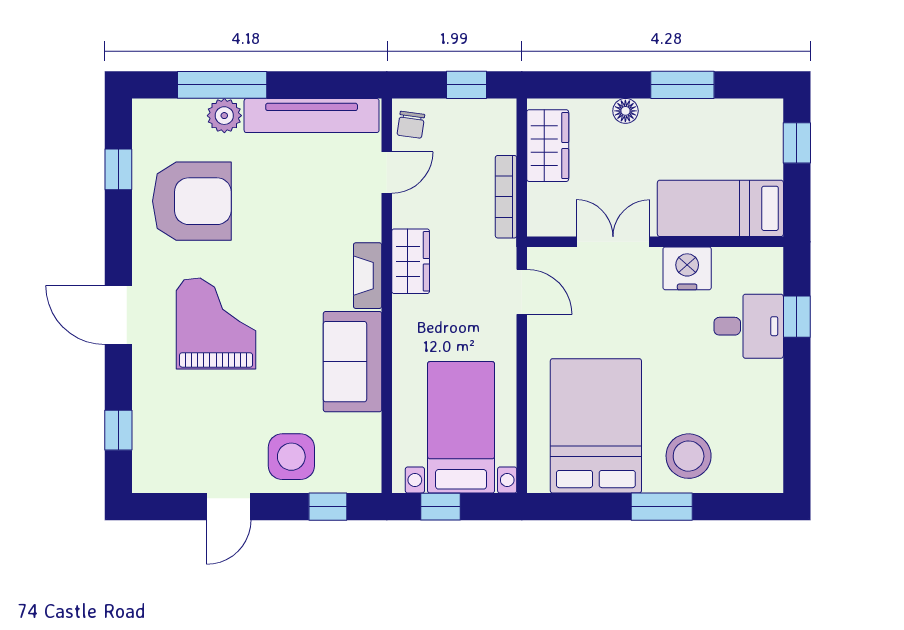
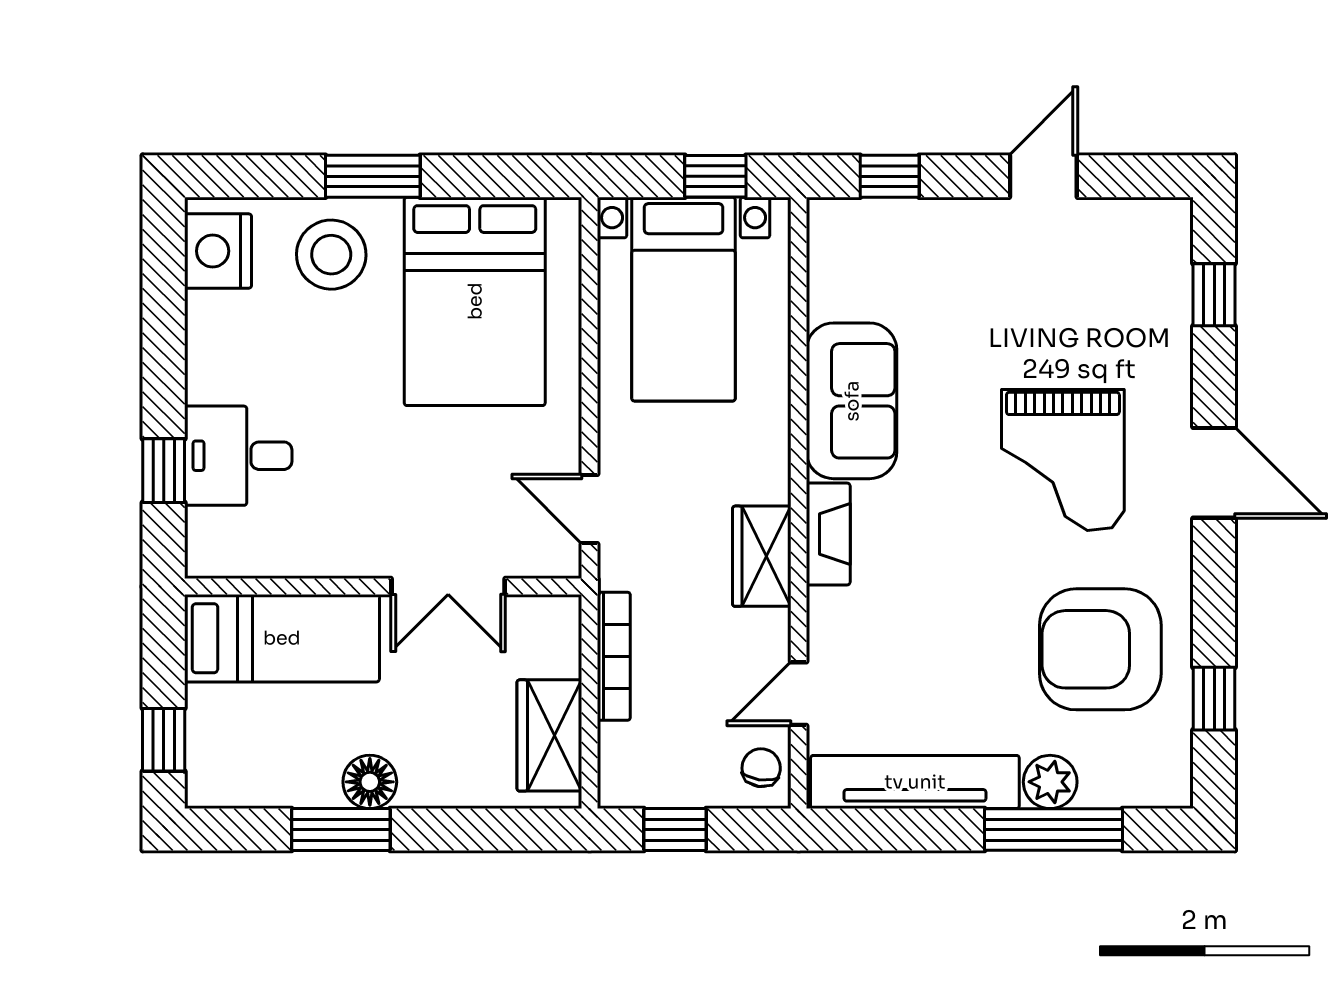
floor lamp: (625, 111) -> (370, 782), moved, width x1.37, depth x1.37
nightstand: (687, 268) -> (218, 251), moved, turned 90
side table: (291, 457) -> (946, 254), removed

